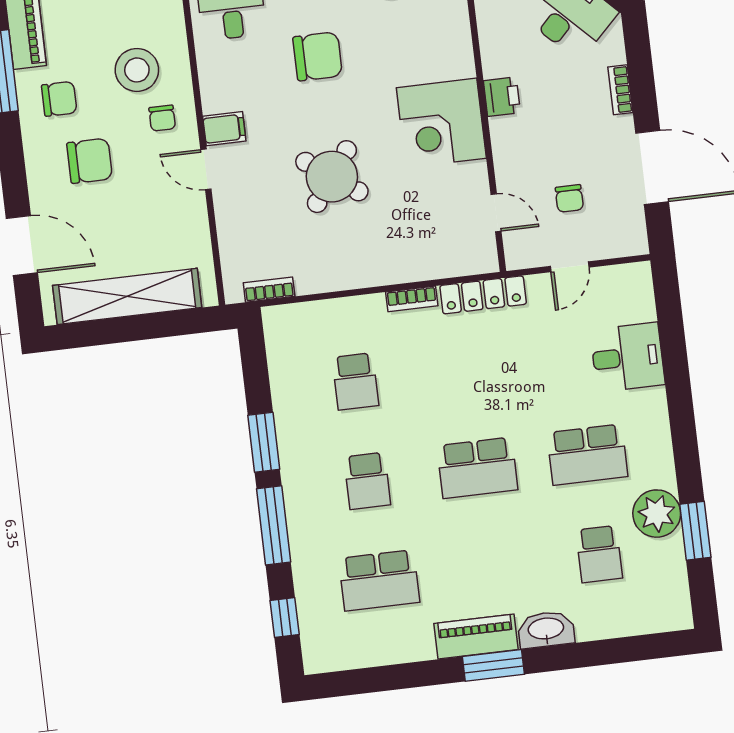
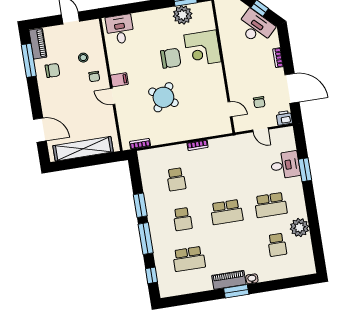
chair: (318, 56) -> (171, 58), moved
stool: (137, 70) -> (83, 58), width x0.53, depth x0.53
printer: (502, 97) -> (284, 118), moved, turned -90
corner desk: (441, 123) -> (202, 48), moved
chair: (90, 161) -> (66, 95), removed
door: (570, 267) -> (260, 130), hinge flipped
locker: (483, 295) -> (226, 142), removed
window: (695, 531) -> (305, 170), moved
washbasin: (546, 629) -> (252, 279), width x0.52, depth x0.69

